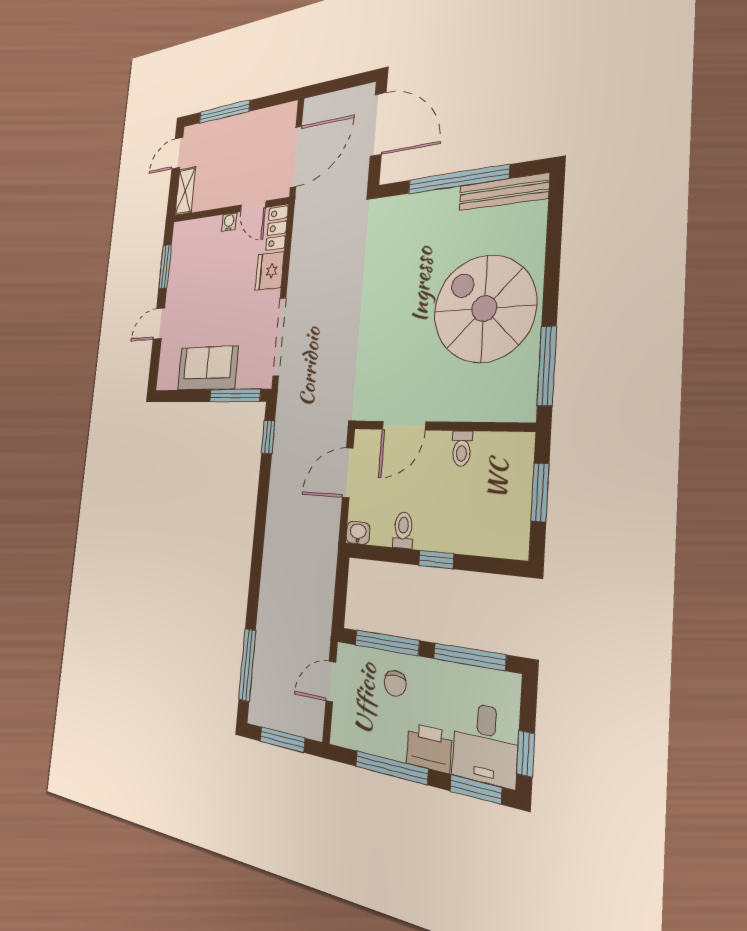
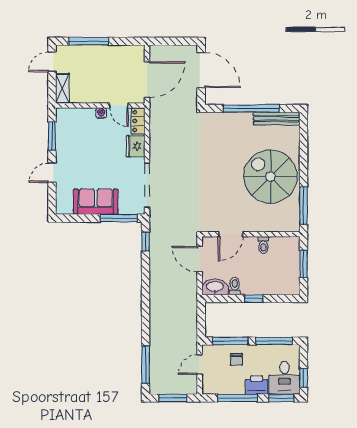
door: (348, 473) -> (200, 259), hinge flipped
washbasin: (358, 533) -> (215, 287), width x1.91, depth x1.45

